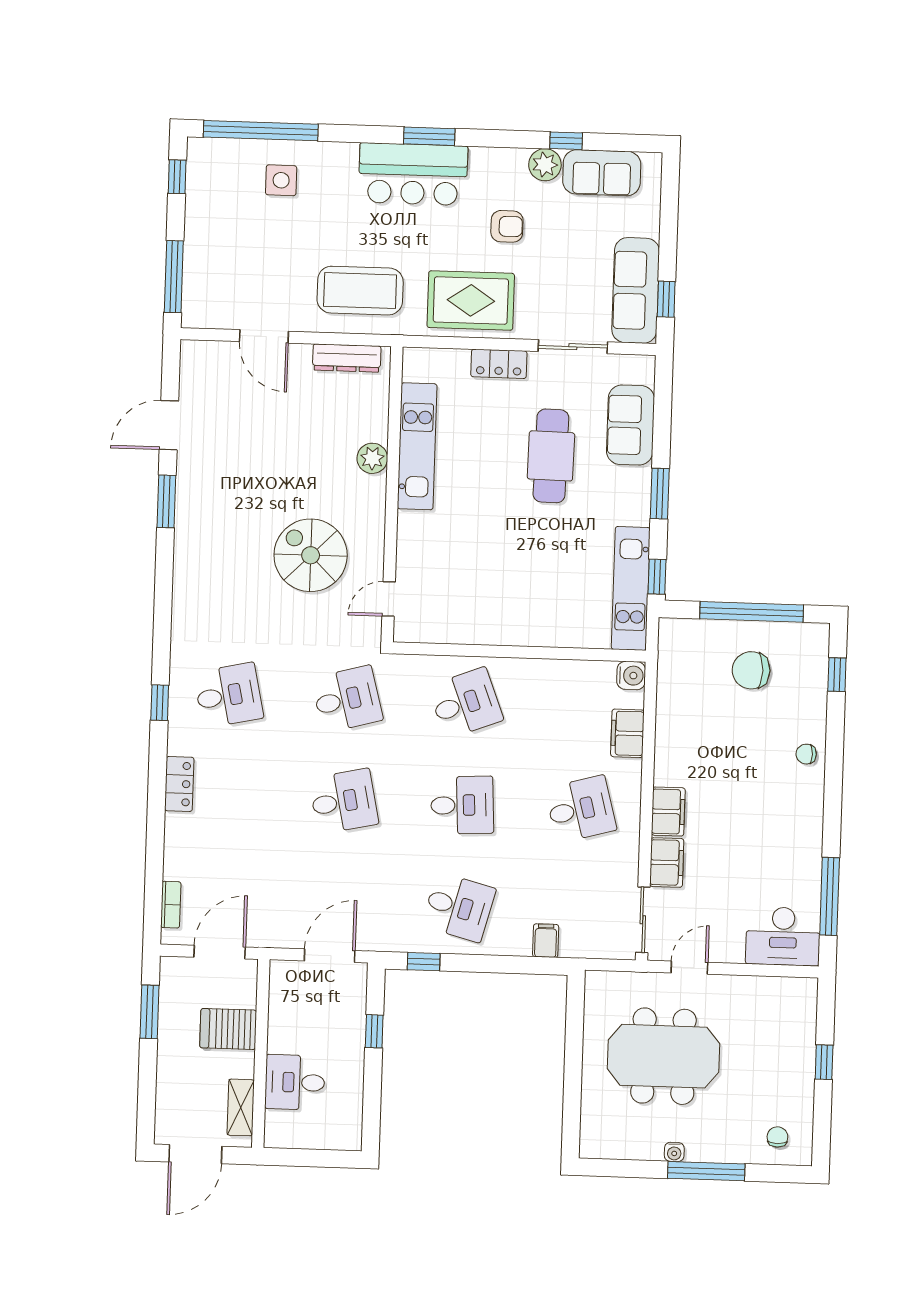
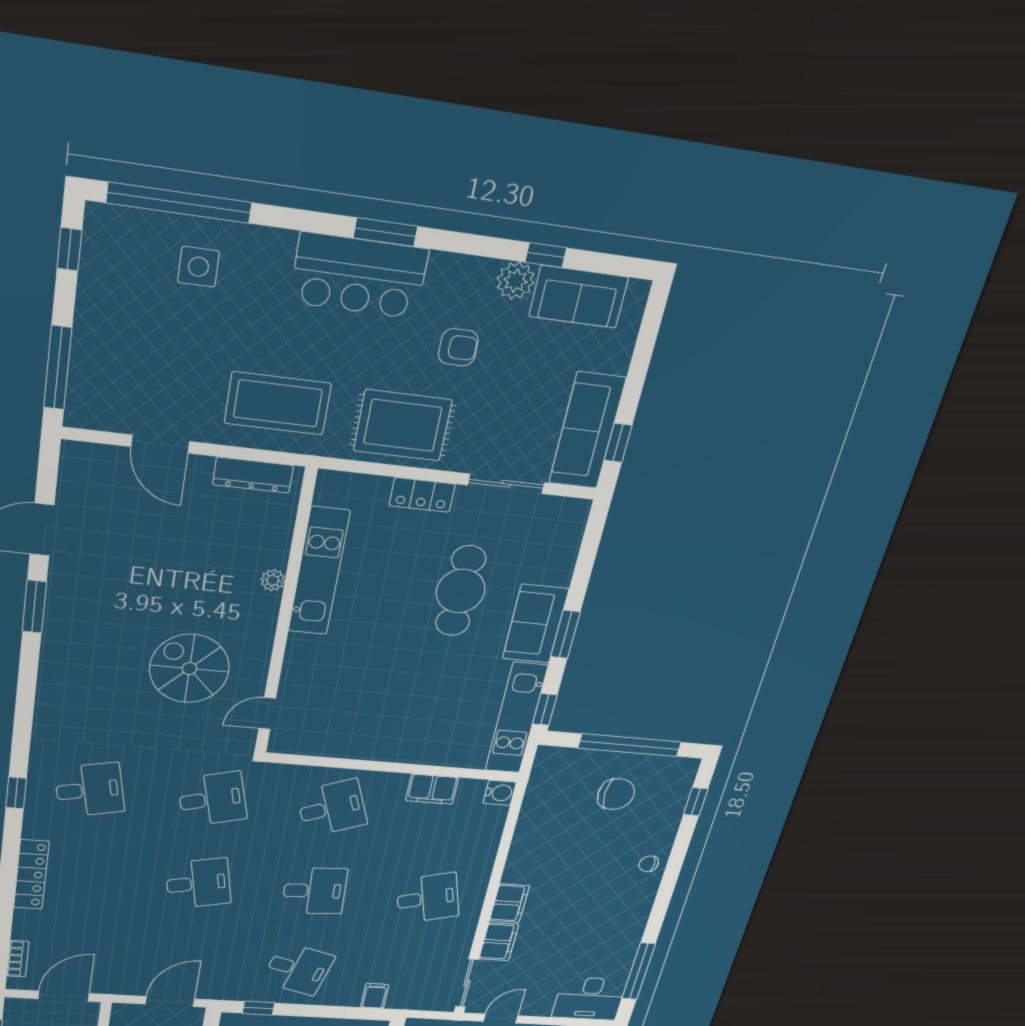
sofa: (630, 425) -> (535, 624), moved
plant: (372, 458) -> (273, 580), width x0.73, depth x0.73
chair: (751, 670) -> (616, 794), turned 180
filing cabinet: (627, 733) -> (432, 789), moved, turned -90
locker: (179, 784) -> (31, 875), width x1.53

